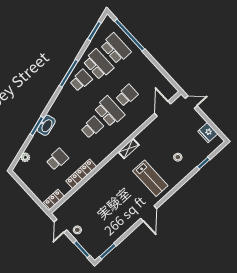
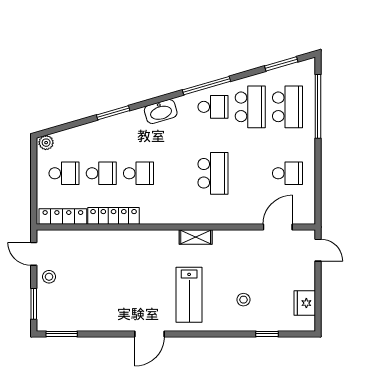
school desk: (127, 95) -> (287, 173), moved
washbasin: (46, 125) -> (161, 112), moved
school desk: (92, 127) -> (139, 173), moved
plant: (25, 157) -> (46, 143), moved
school desk: (40, 175) -> (64, 173), added
locker: (54, 199) -> (63, 216), width x1.53
door: (60, 226) -> (34, 254), hinge flipped

